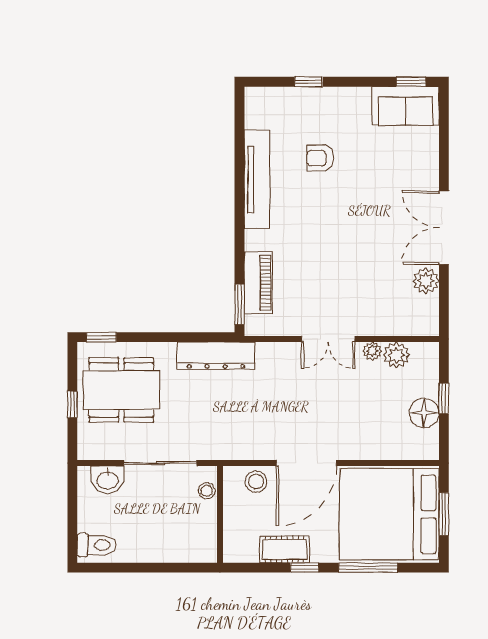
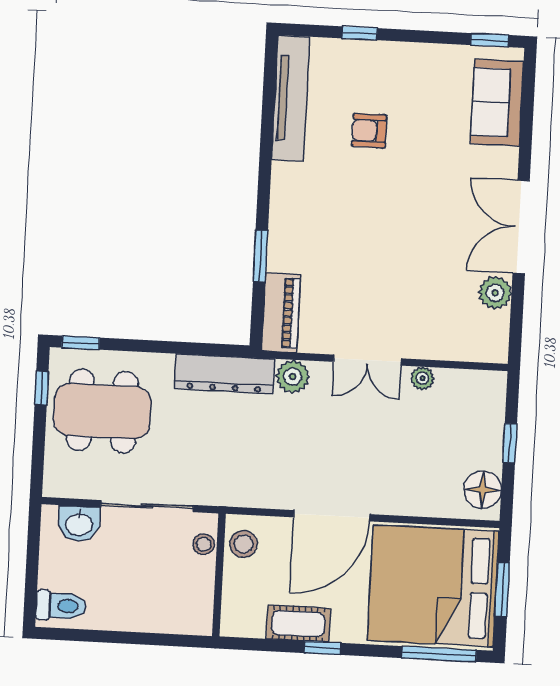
sofa: (406, 106) -> (497, 102), moved, turned 90
tv unit: (257, 179) -> (291, 98), moved
piano: (258, 283) -> (281, 313), moved
window: (239, 304) -> (260, 256), moved
plant: (396, 355) -> (293, 376), moved
window: (72, 404) -> (41, 388), moved
floor lamp: (424, 413) -> (483, 490), moved
stool: (256, 482) -> (243, 544), moved
window: (368, 568) -> (439, 654), moved

